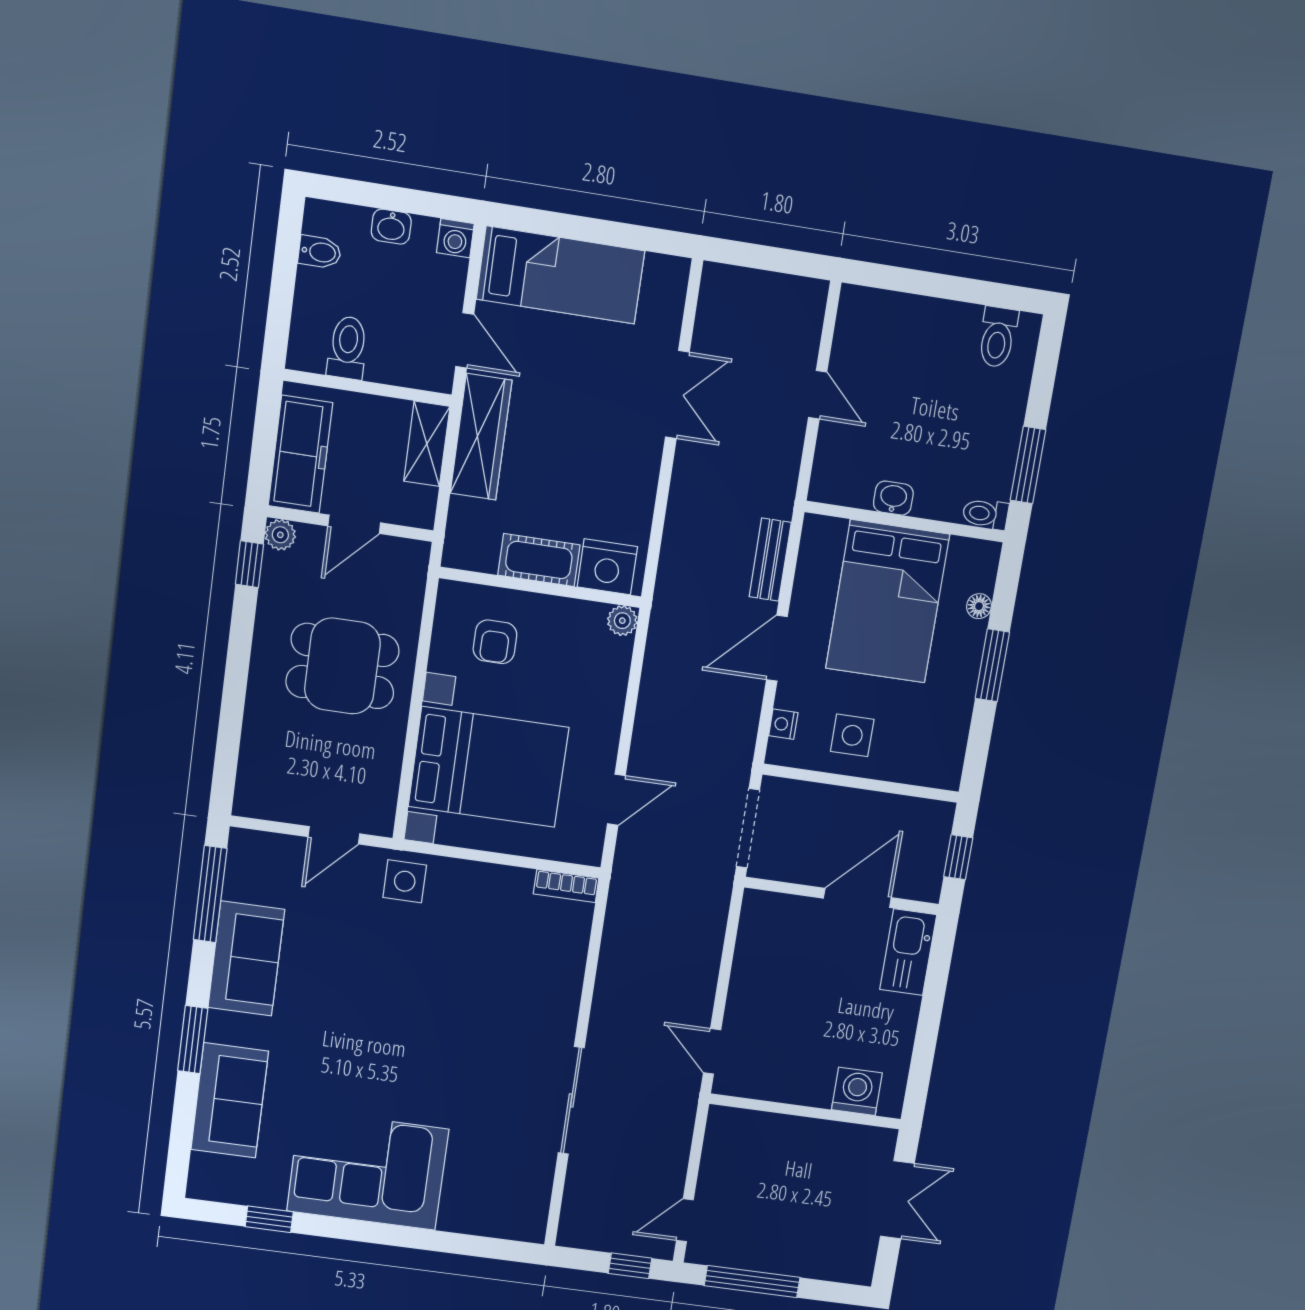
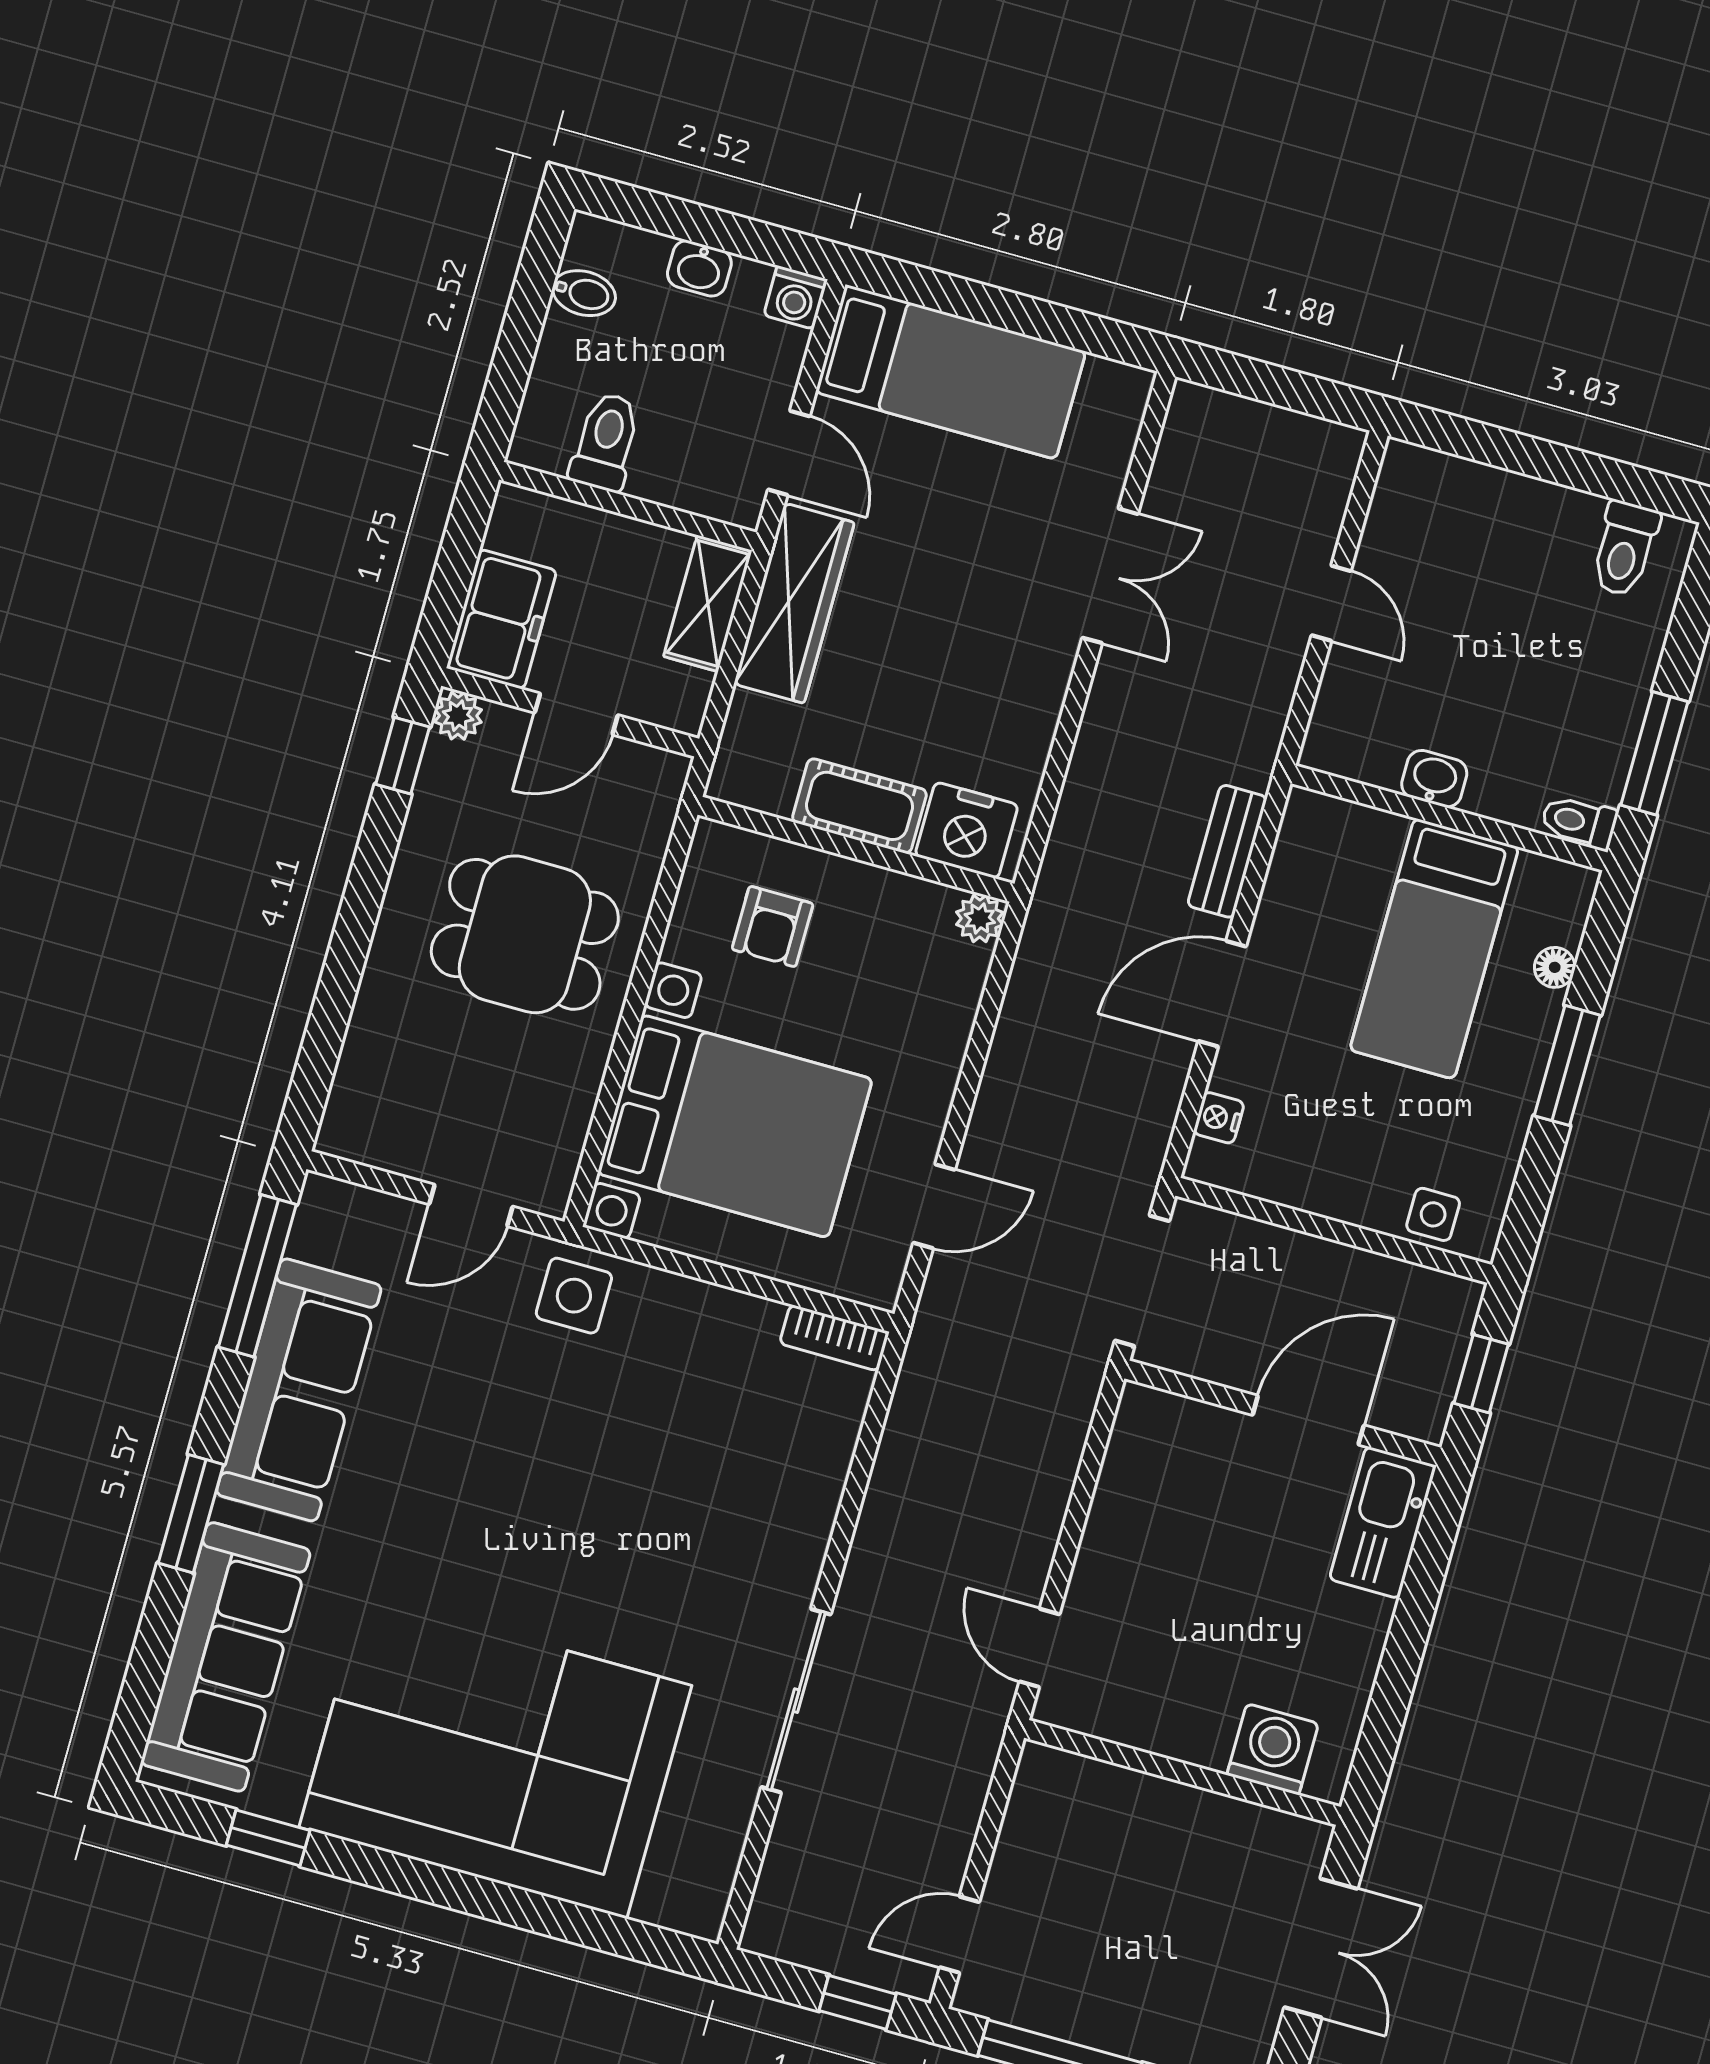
freezer: (300, 454) -> (502, 619), width x0.71
bed: (888, 601) -> (1434, 949), width x0.67
side table: (852, 735) -> (1433, 1214), moved, width x0.73, depth x0.73
sofa: (246, 959) -> (299, 1390), width x1.36
sofa: (230, 1100) -> (226, 1657), width x1.36
corner sofa: (368, 1170) -> (495, 1756), width x1.36, depth x1.36

